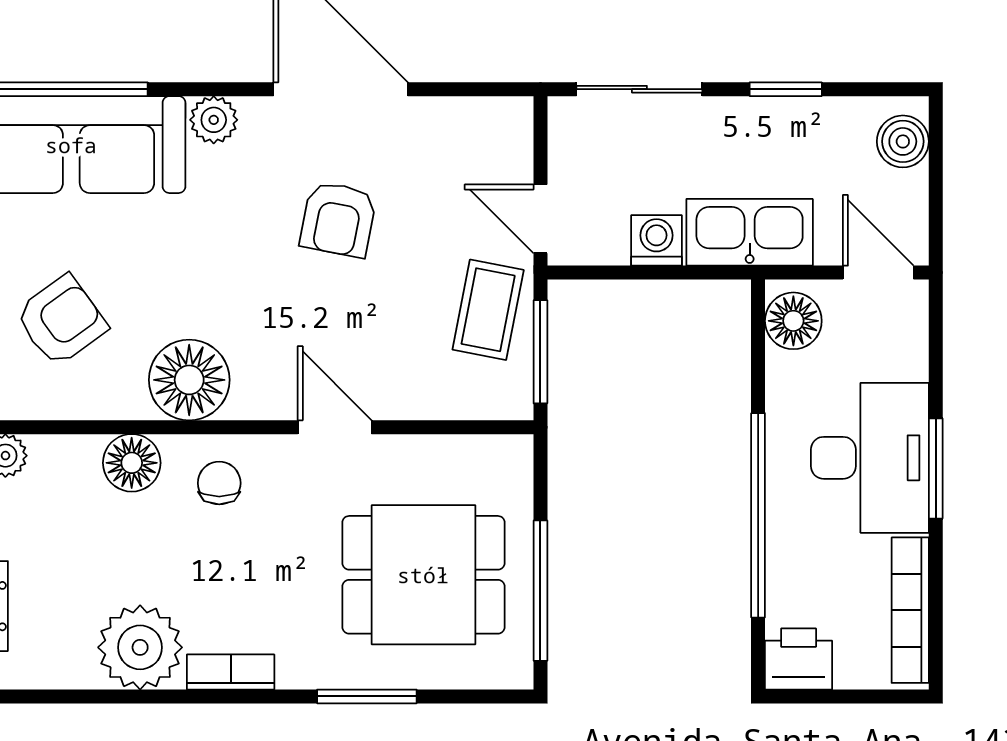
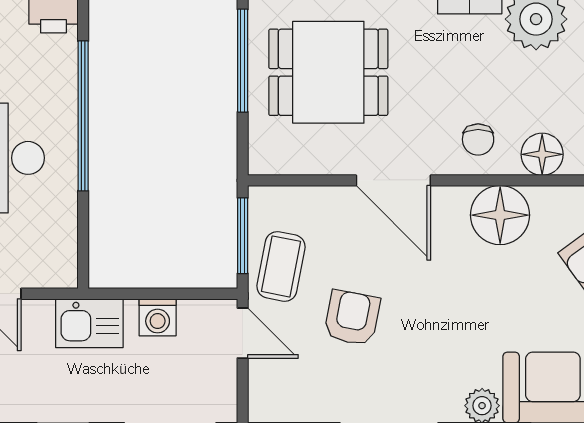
armchair: (338, 219) -> (352, 318), moved
kitchen sink: (750, 232) -> (89, 323), width x0.73
floor lamp: (793, 321) -> (57, 258), removed
door: (335, 427) -> (393, 180), width x1.38

